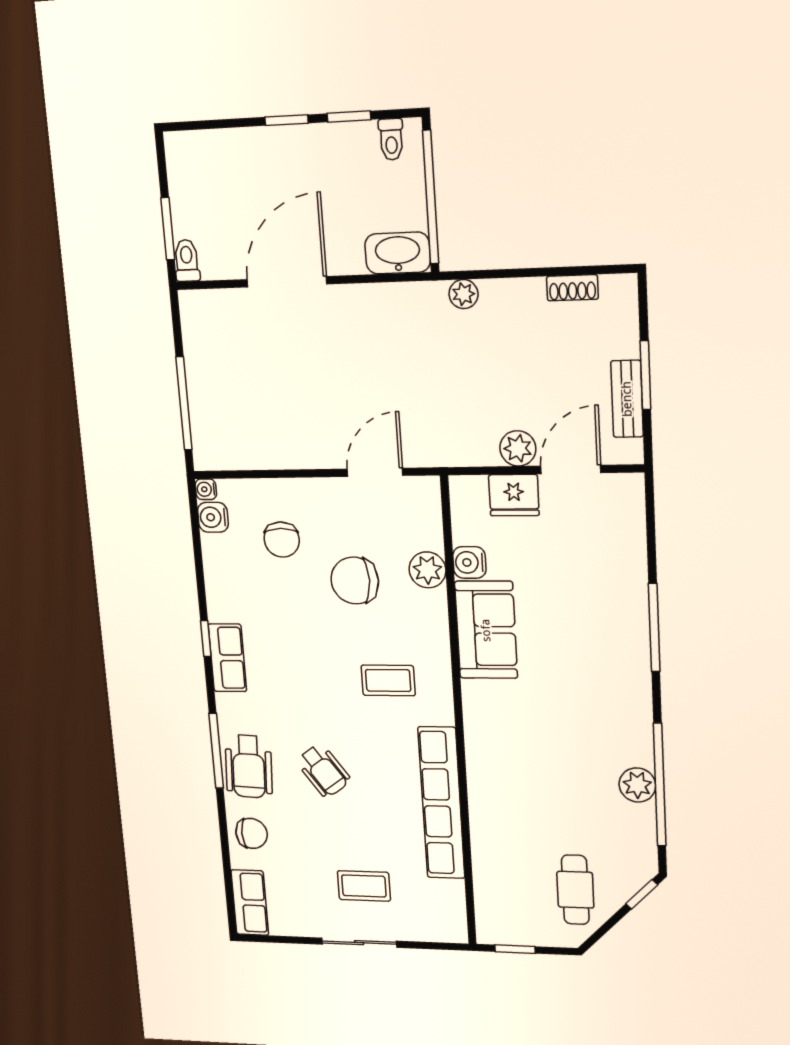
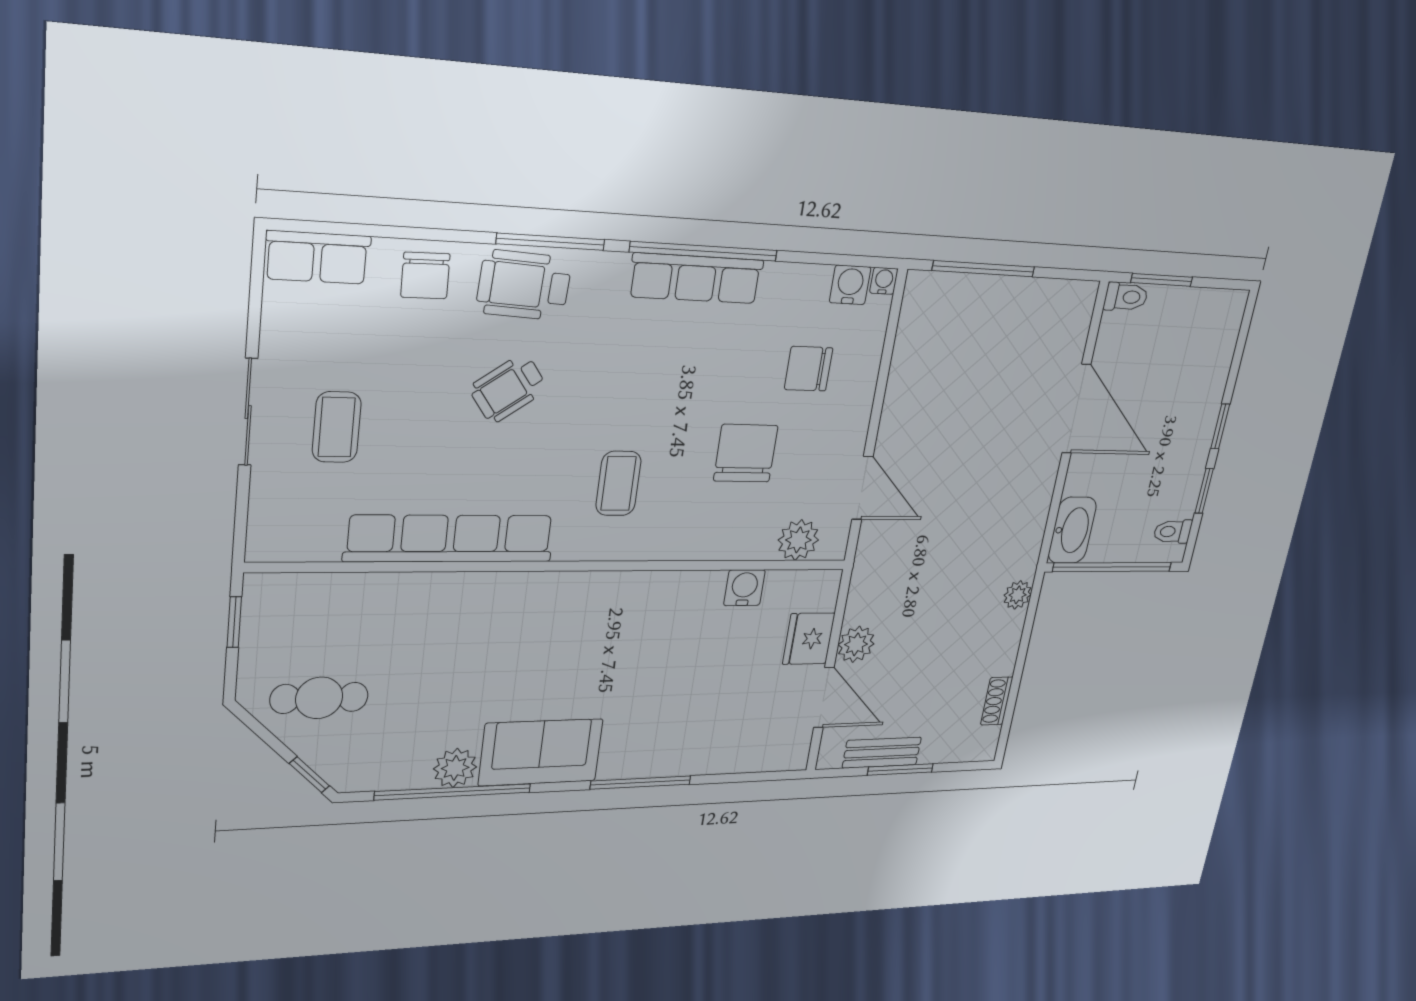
plant: (428, 570) -> (798, 540), moved
sofa: (486, 630) -> (541, 752), moved, turned 180
window: (206, 639) -> (704, 251), width x3.17
row of seats: (227, 658) -> (696, 278), width x1.48

